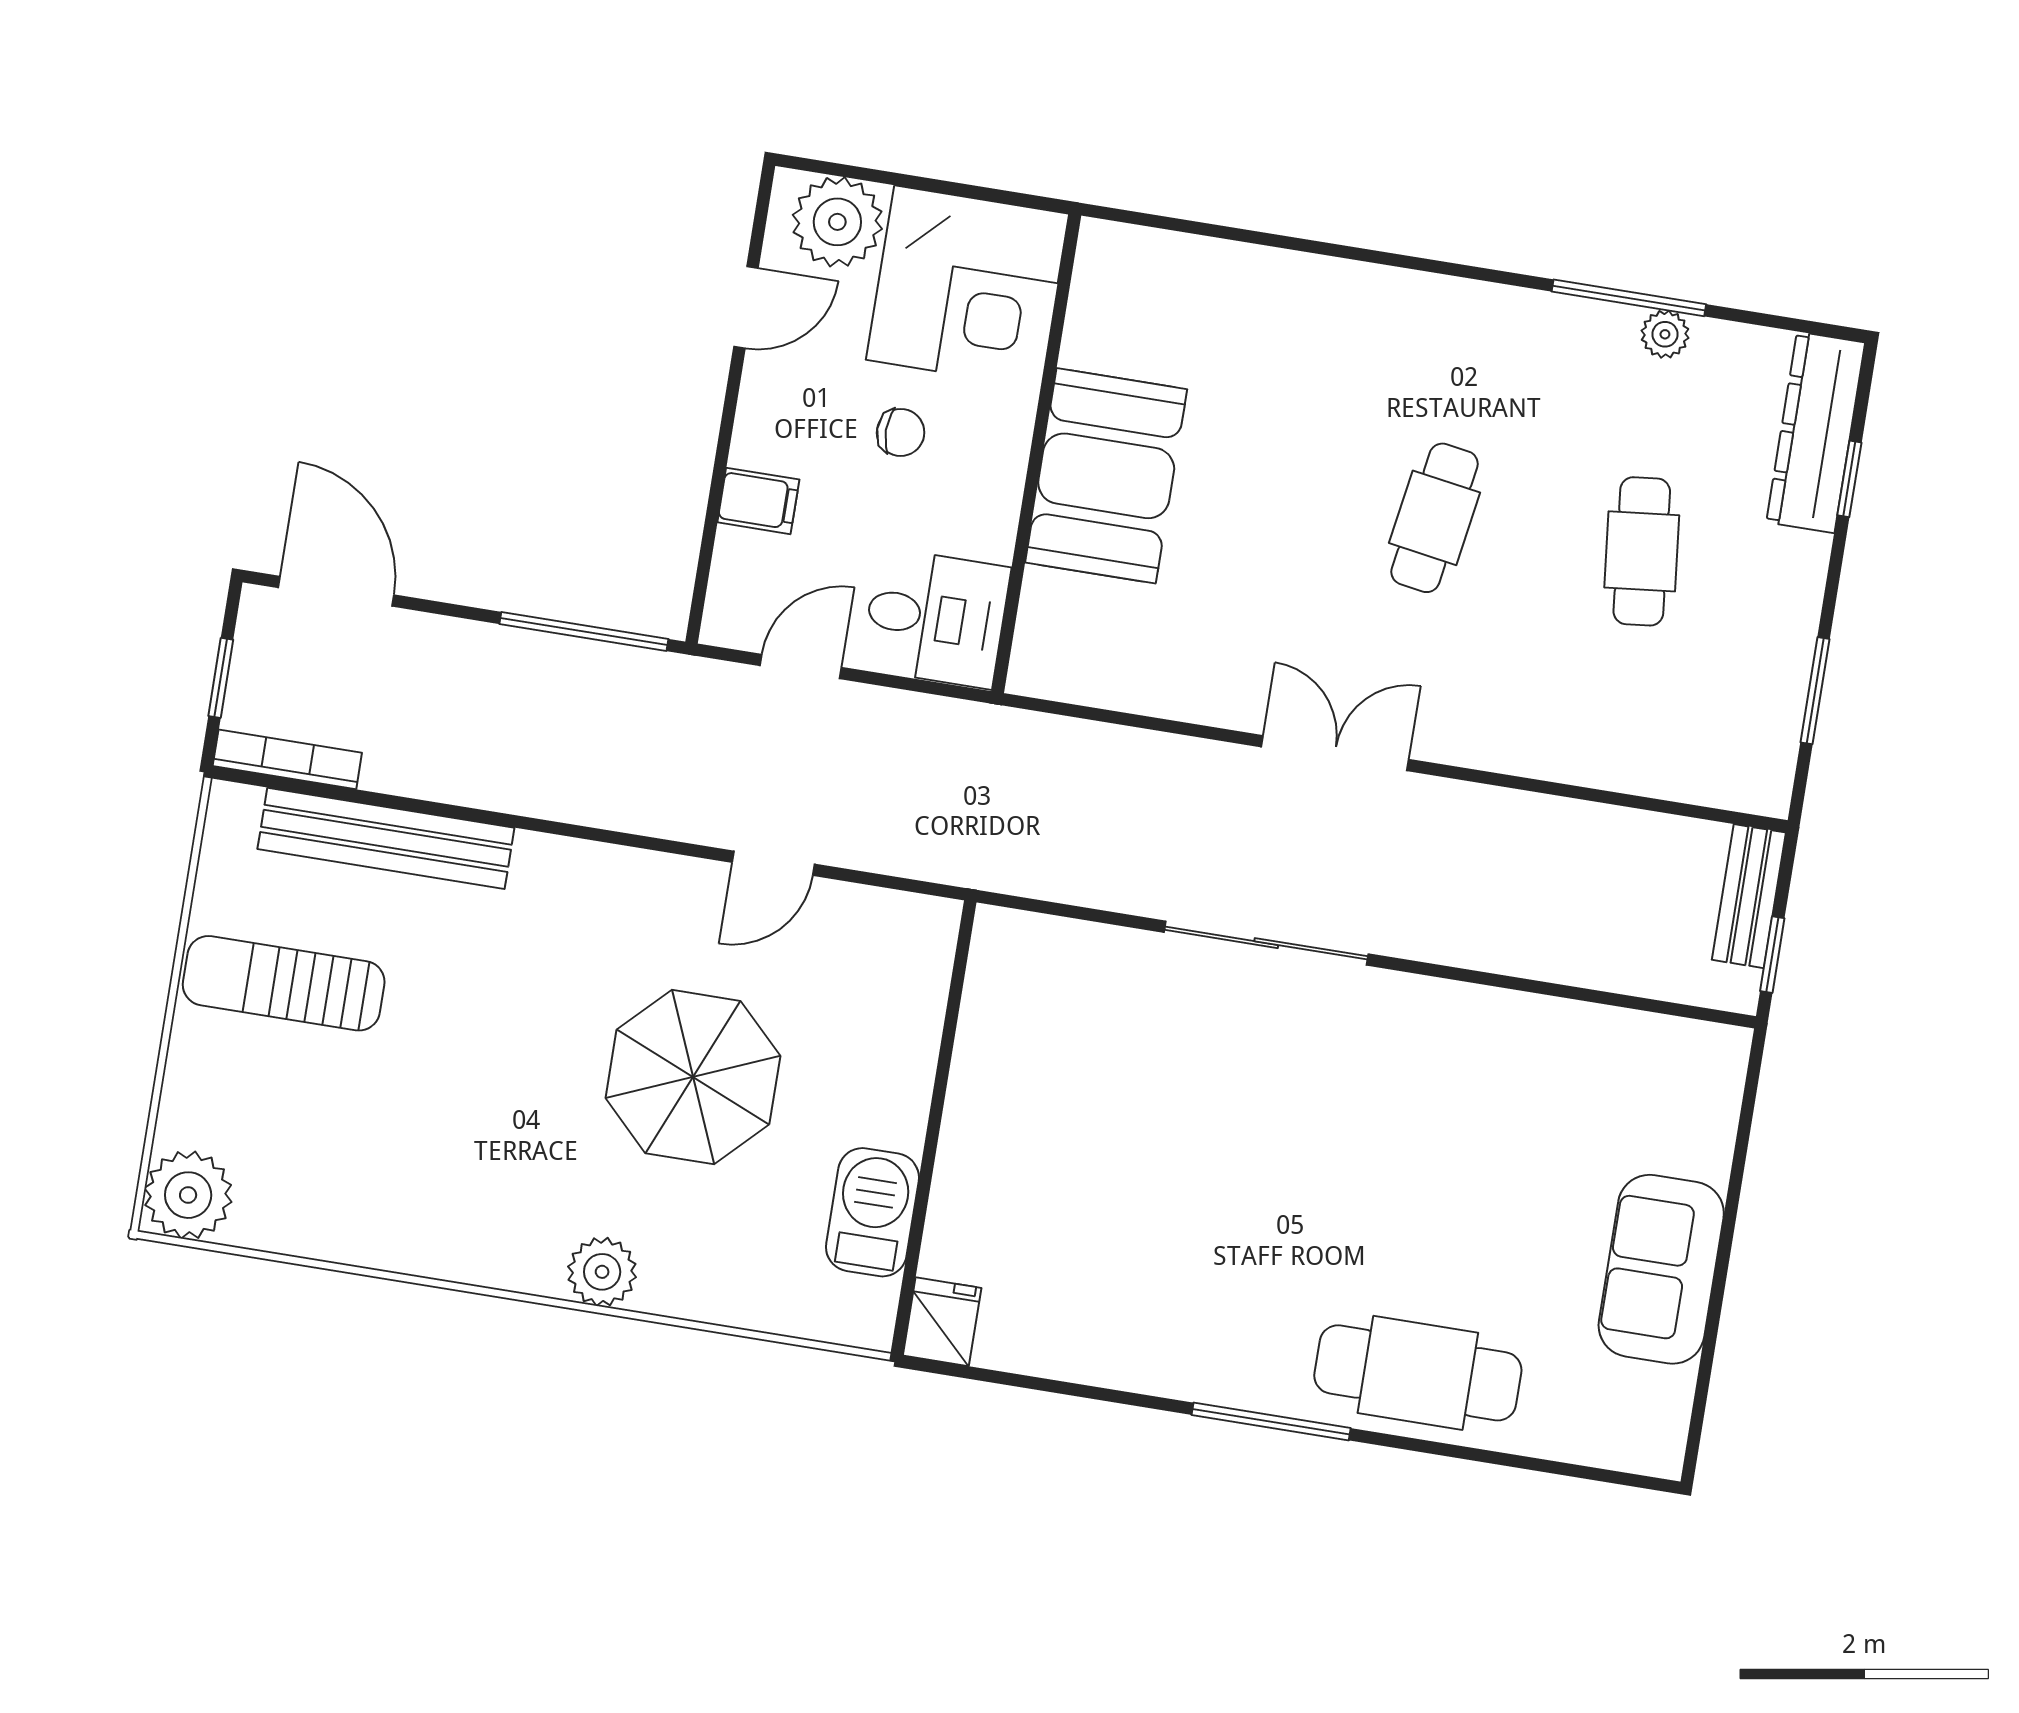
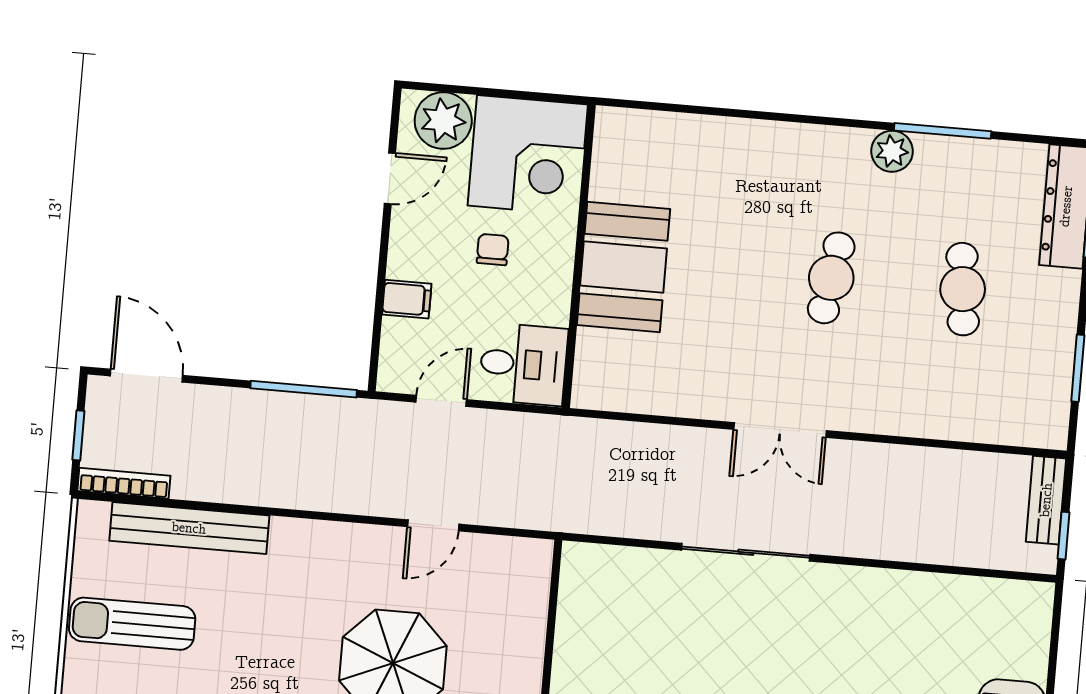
plant: (1665, 334) -> (892, 151), moved, width x1.38, depth x1.38
chair: (901, 432) -> (493, 250), turned -90
double door: (1335, 753) -> (780, 430), swing flipped

